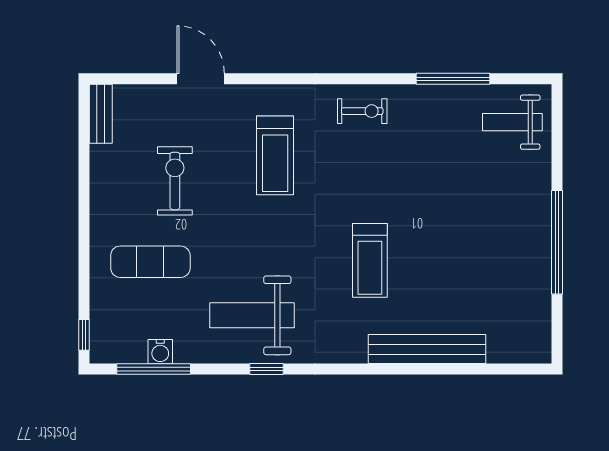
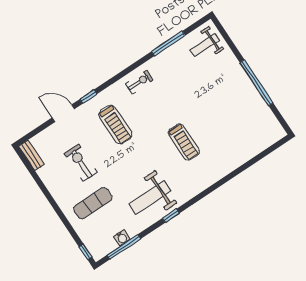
window: (261, 79) -> (88, 97), added
bench: (427, 349) -> (232, 163), removed

